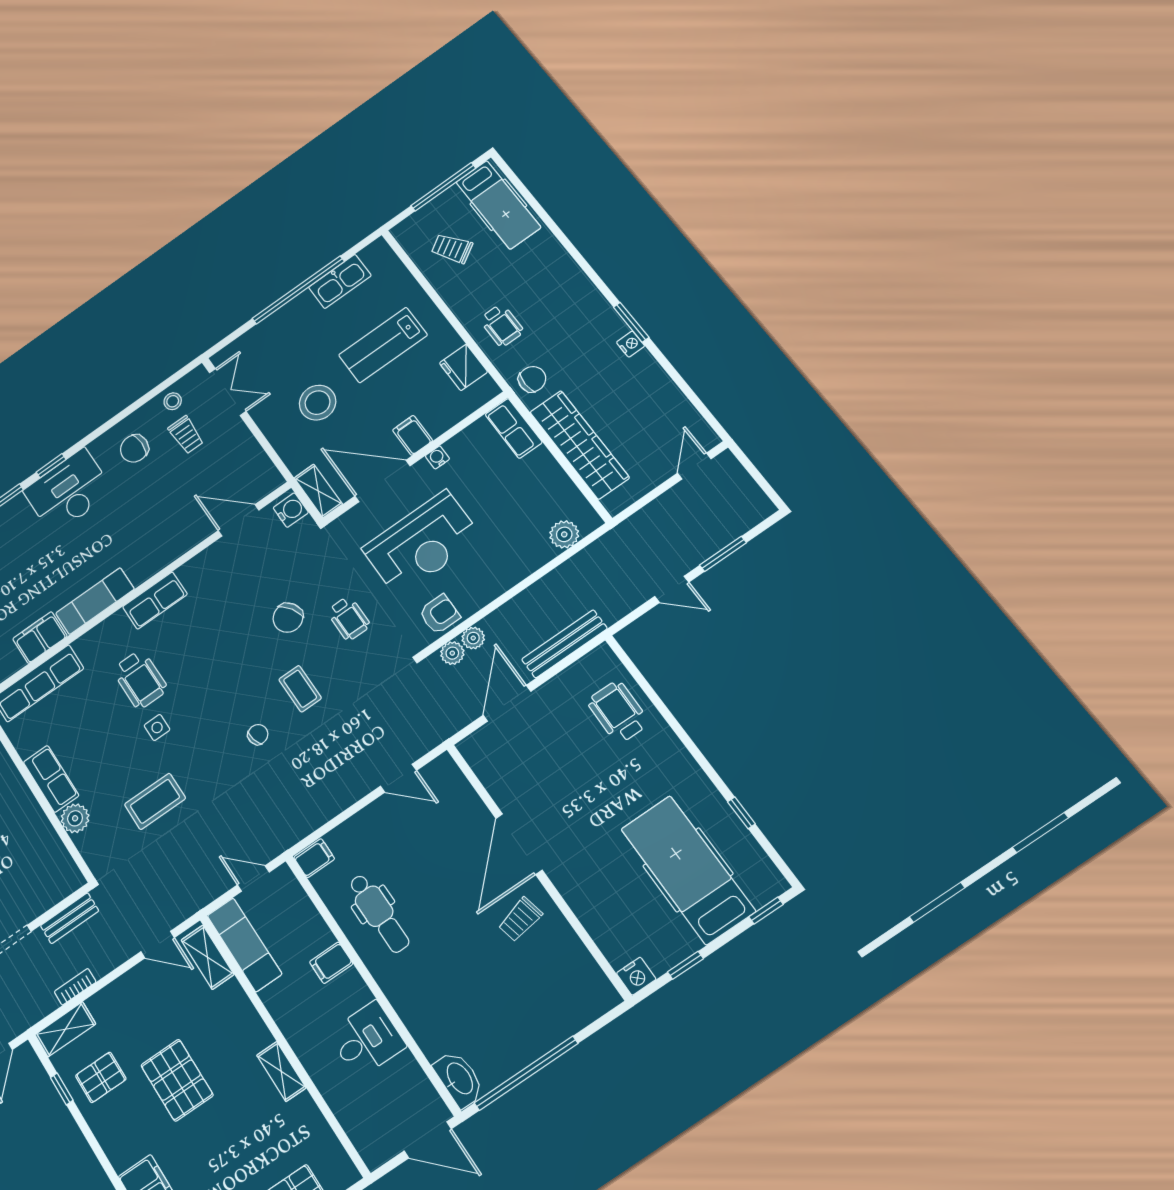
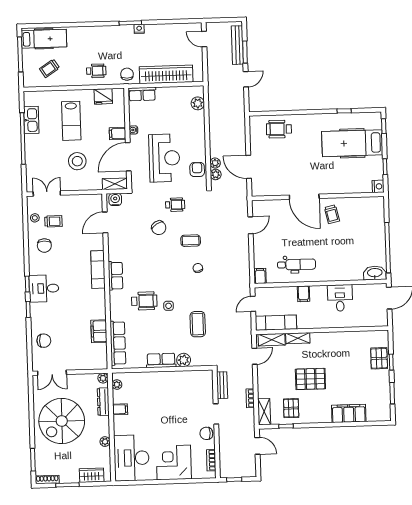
desk: (68, 491) -> (44, 288), width x0.73
exam couch: (95, 601) -> (98, 269), moved
bench: (564, 644) -> (237, 45), moved
shelving: (281, 1072) -> (298, 338), moved

